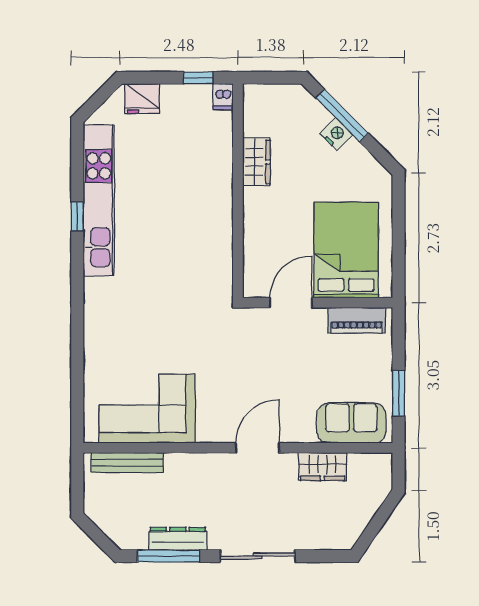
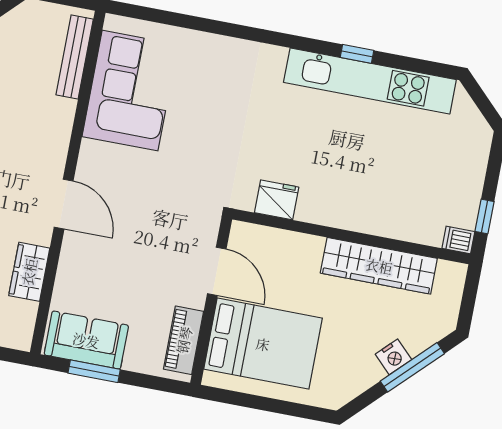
fridge: (142, 99) -> (277, 200), moved, turned 90
wardrobe: (256, 162) -> (379, 266), width x2.10, depth x1.17
sofa: (351, 423) -> (86, 340), moved, turned -90

